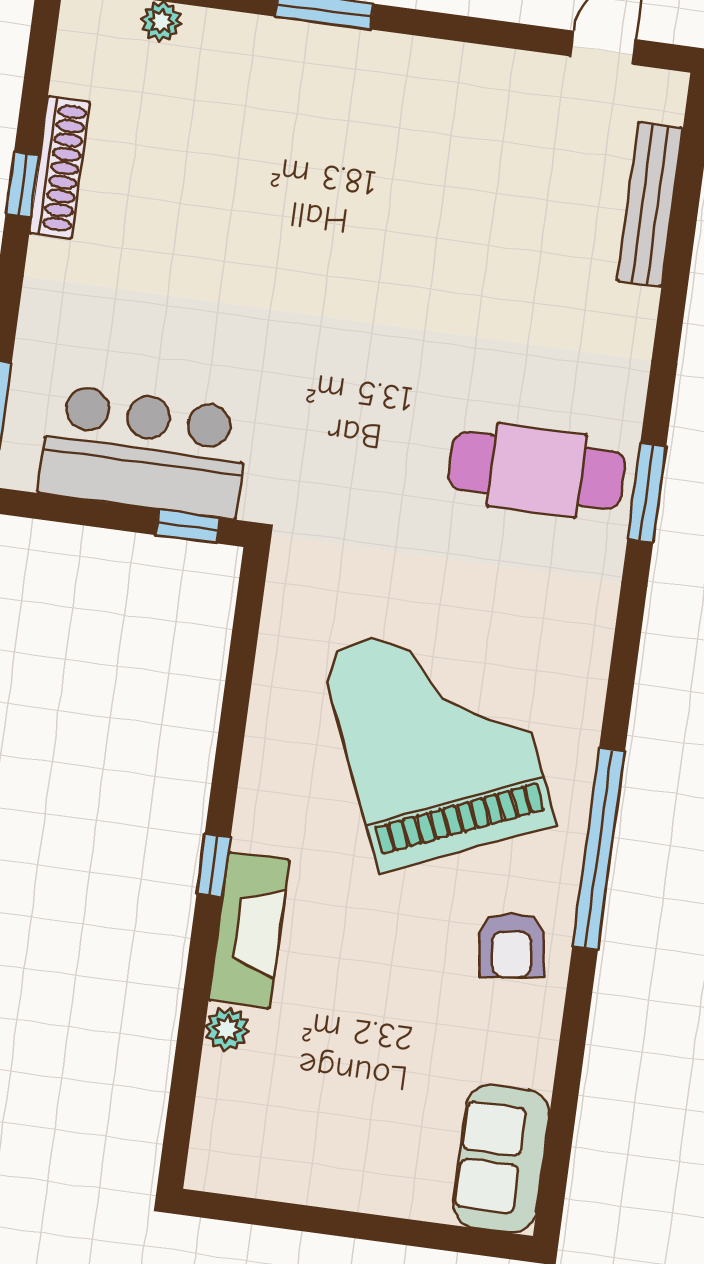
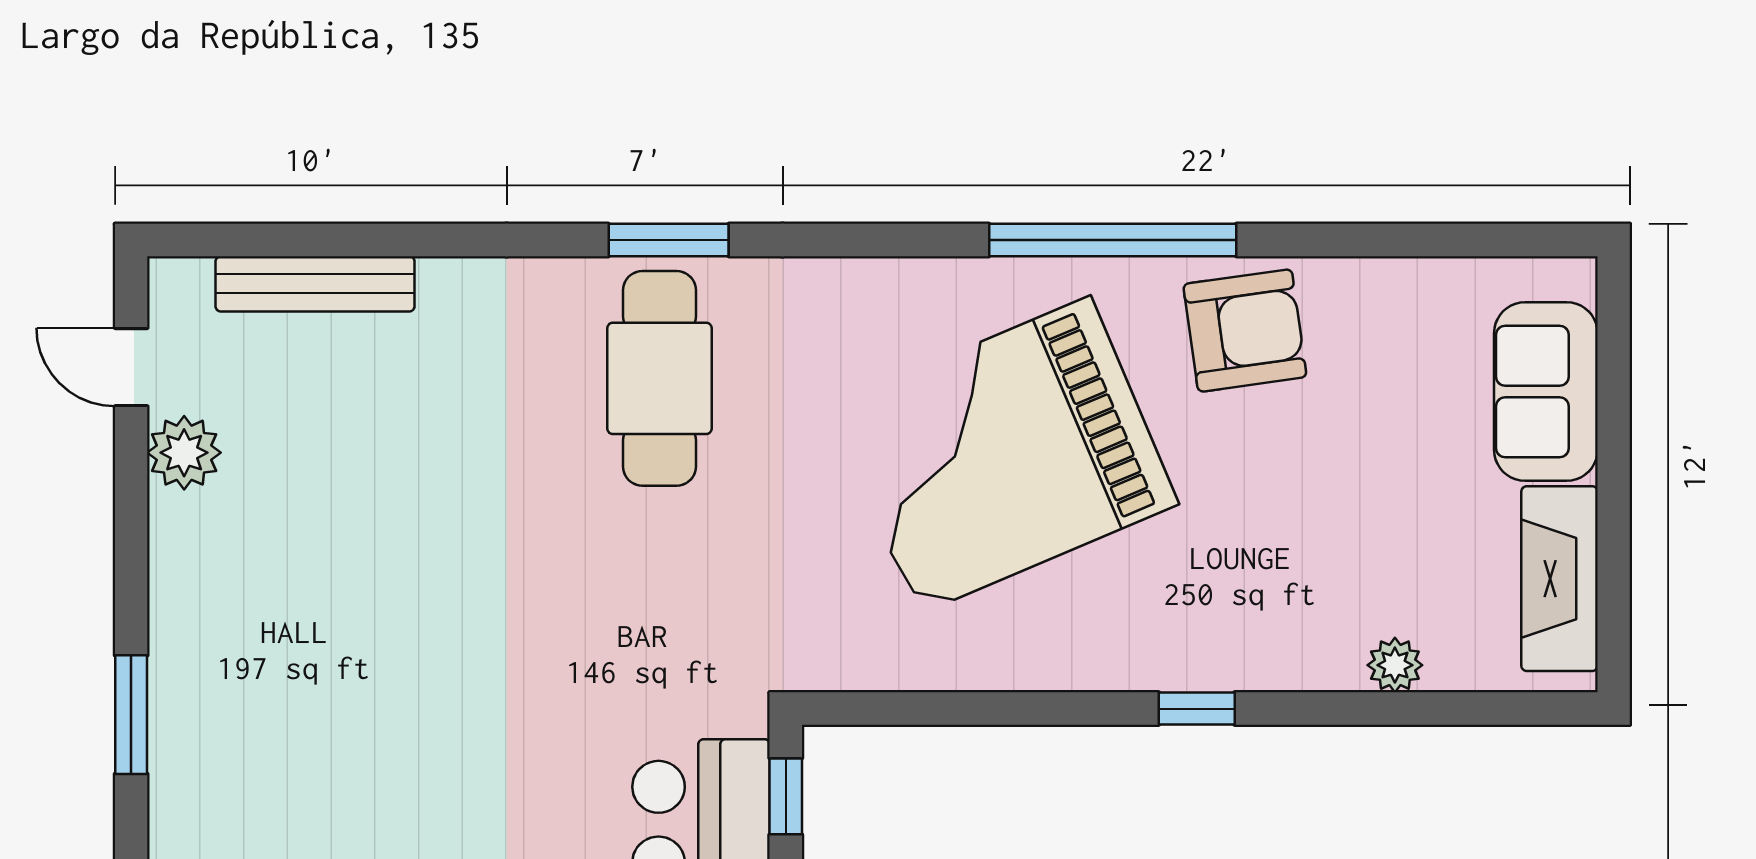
plant: (529, 81) -> (184, 453), added
fireplace: (249, 930) -> (1559, 579), moved, turned -90
armchair: (512, 945) -> (1245, 331), width x1.38, depth x1.38
sofa: (501, 1159) -> (1546, 392), moved, turned 90

